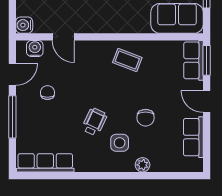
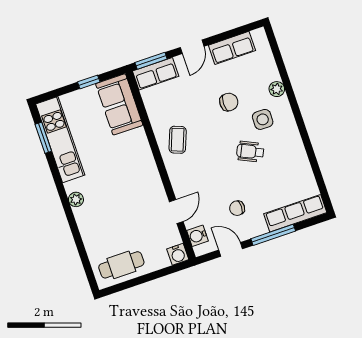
row of seats: (45, 163) -> (295, 213), moved, turned 90

